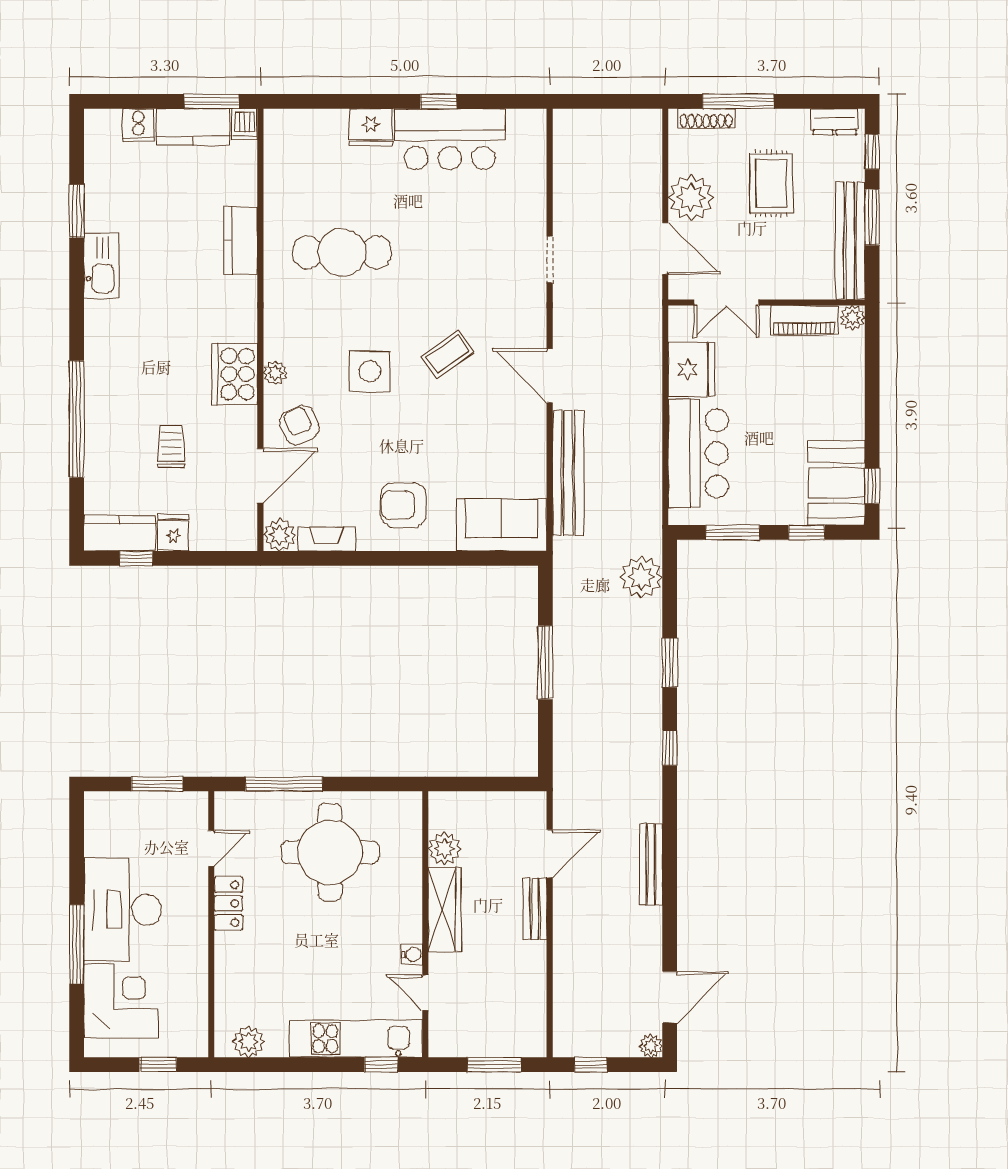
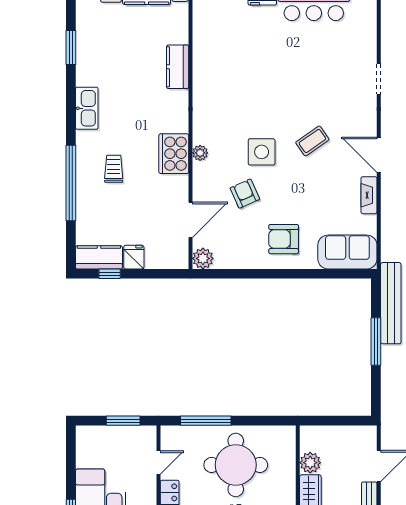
cafe table: (342, 252) -> (244, 74), removed
kitchen sink: (101, 265) -> (87, 108), moved
armchair: (299, 425) -> (245, 194), moved
trolley: (171, 447) -> (114, 169), moved
bench: (568, 473) -> (391, 303), moved
fireplace: (327, 539) -> (369, 195), moved, turned -90

